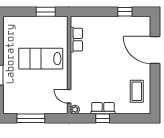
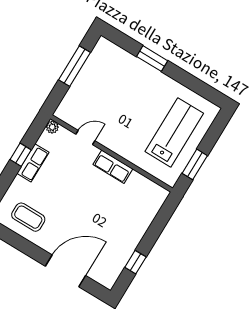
row of seats: (76, 40) -> (113, 167), moved
lab bench: (41, 59) -> (174, 132), moved
door: (69, 96) -> (85, 137), moved

